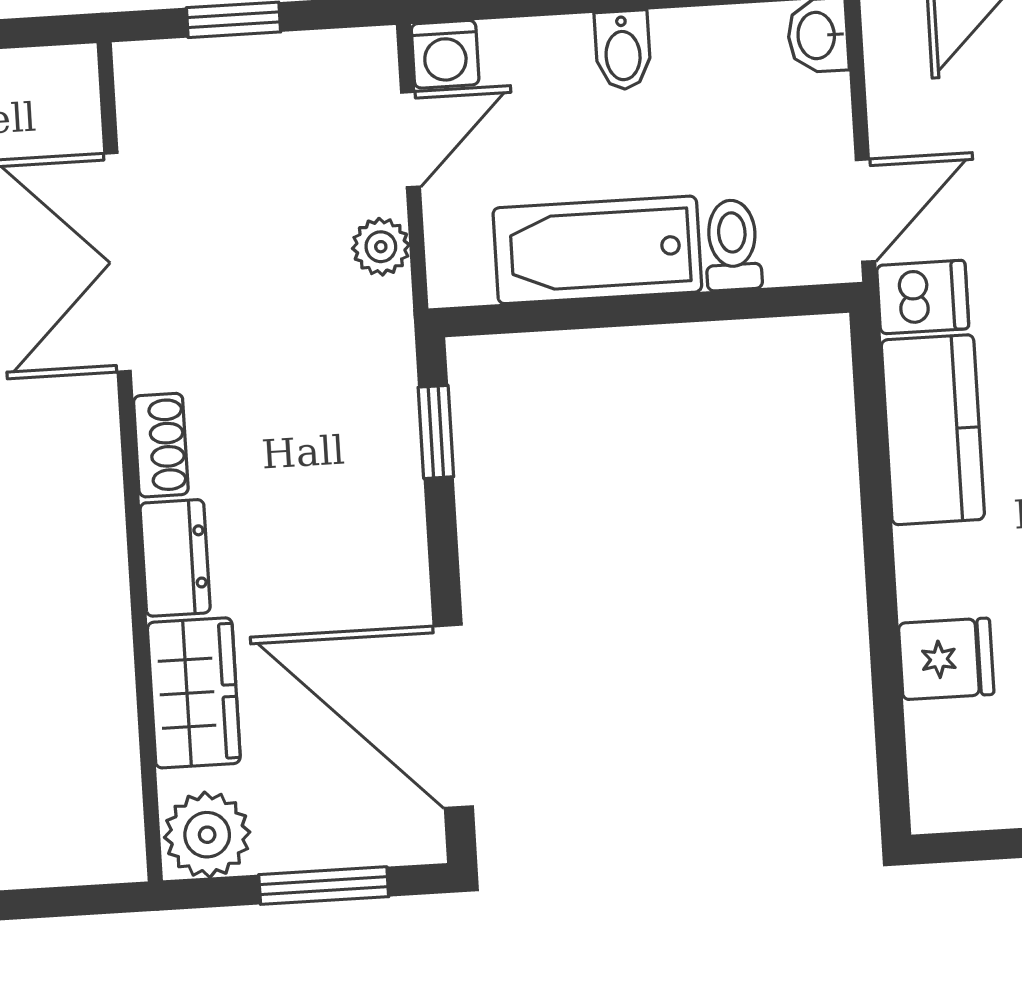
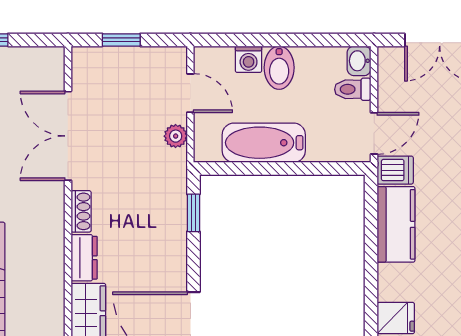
bidet: (623, 50) -> (279, 68), width x1.38, depth x1.36
washing machine: (445, 54) -> (249, 59), moved
door: (410, 140) -> (190, 93), hinge flipped
toilet: (733, 245) -> (353, 89), moved, turned -90

